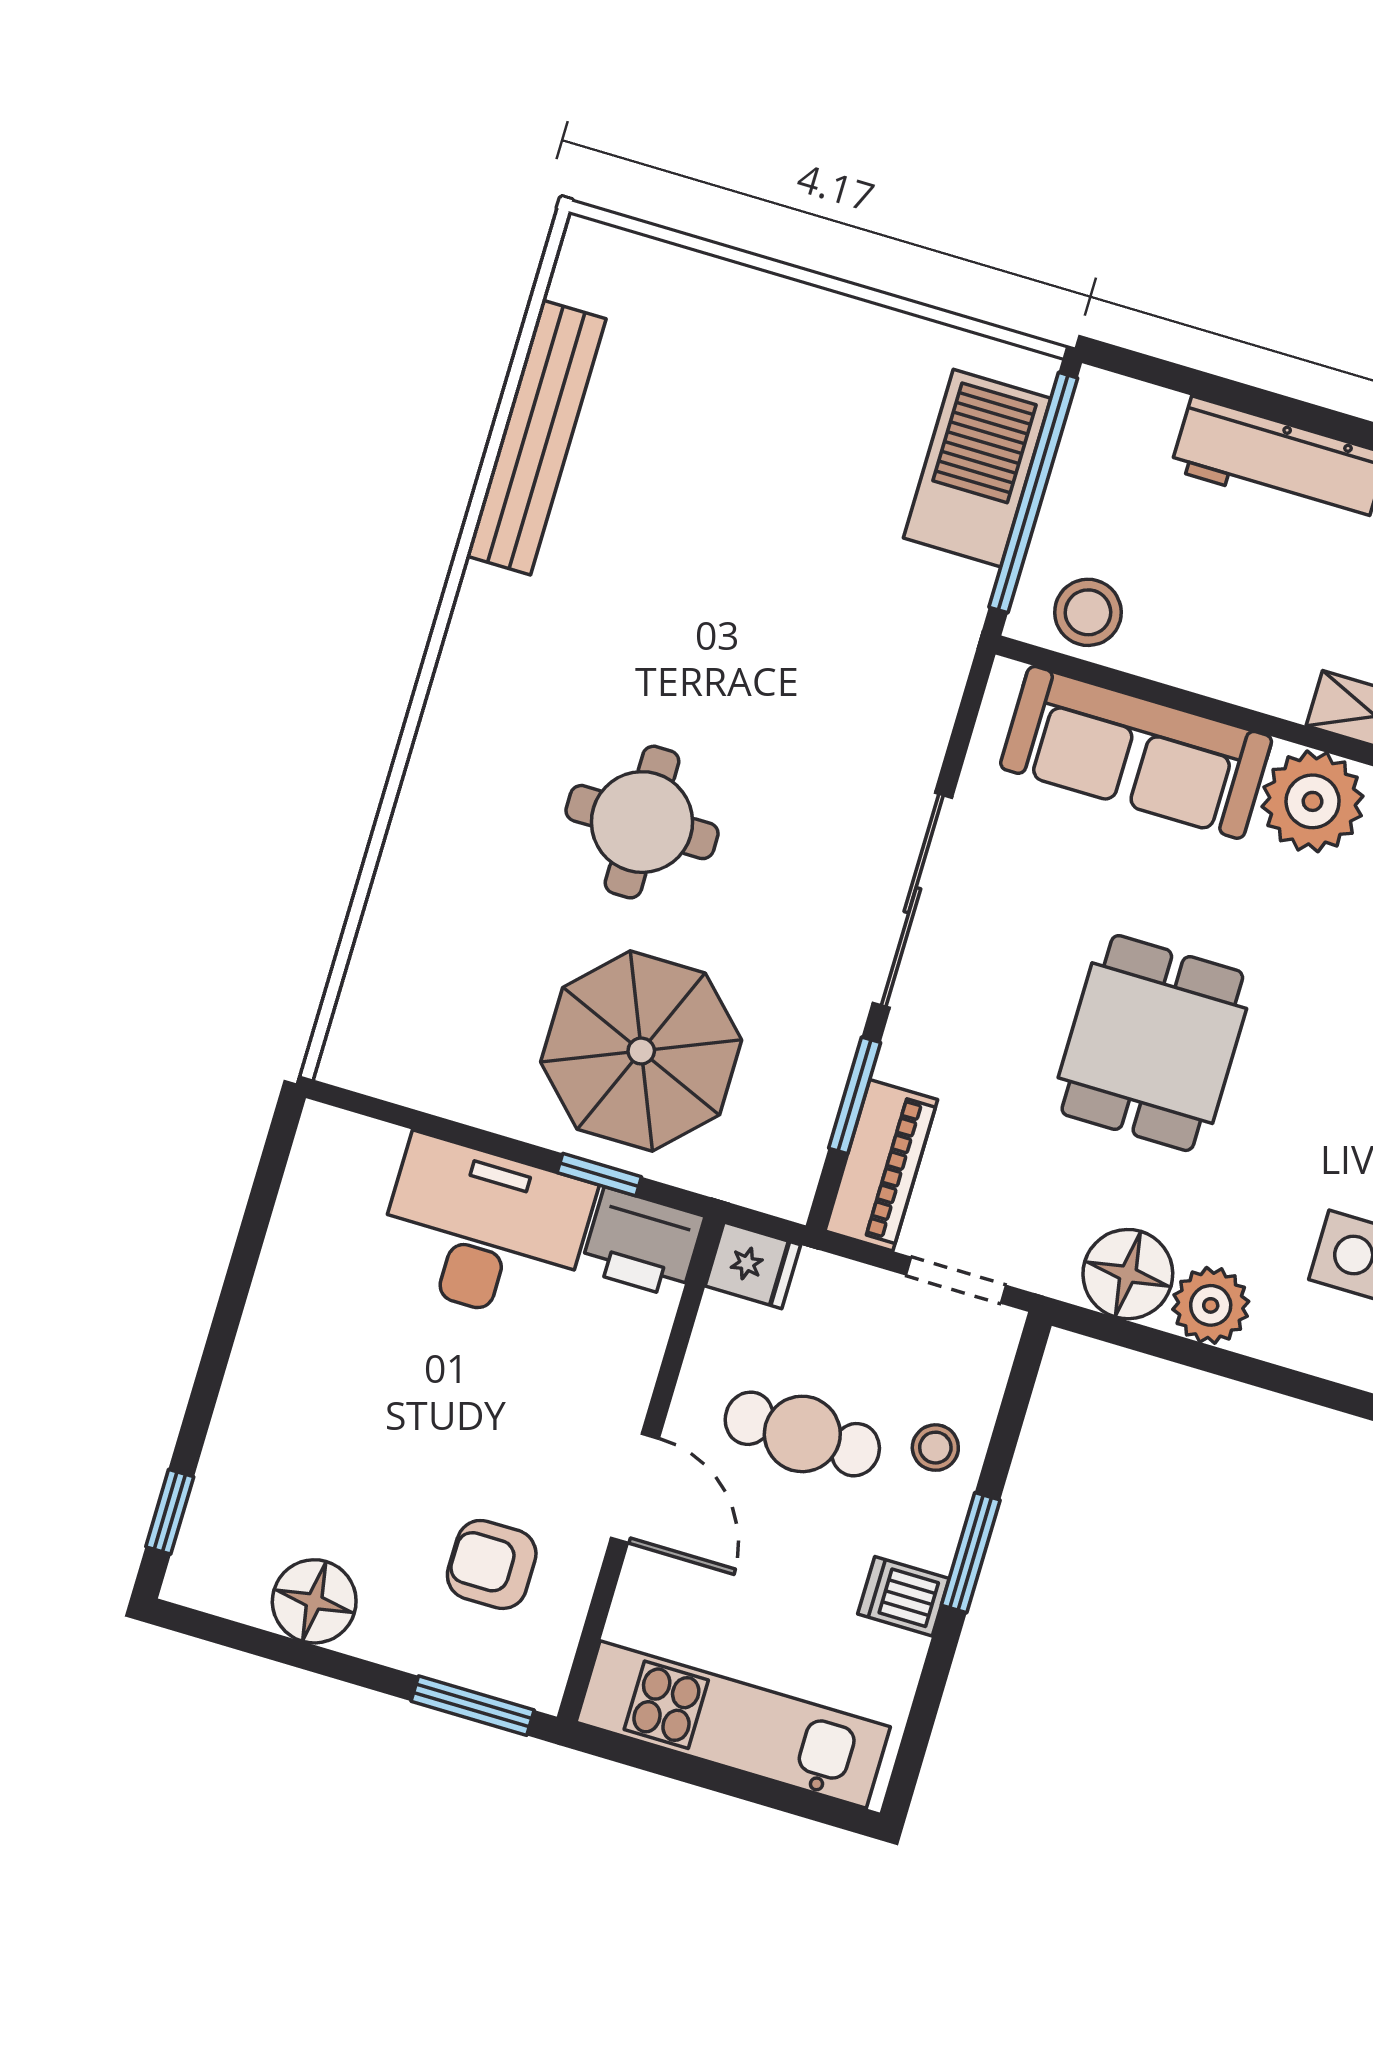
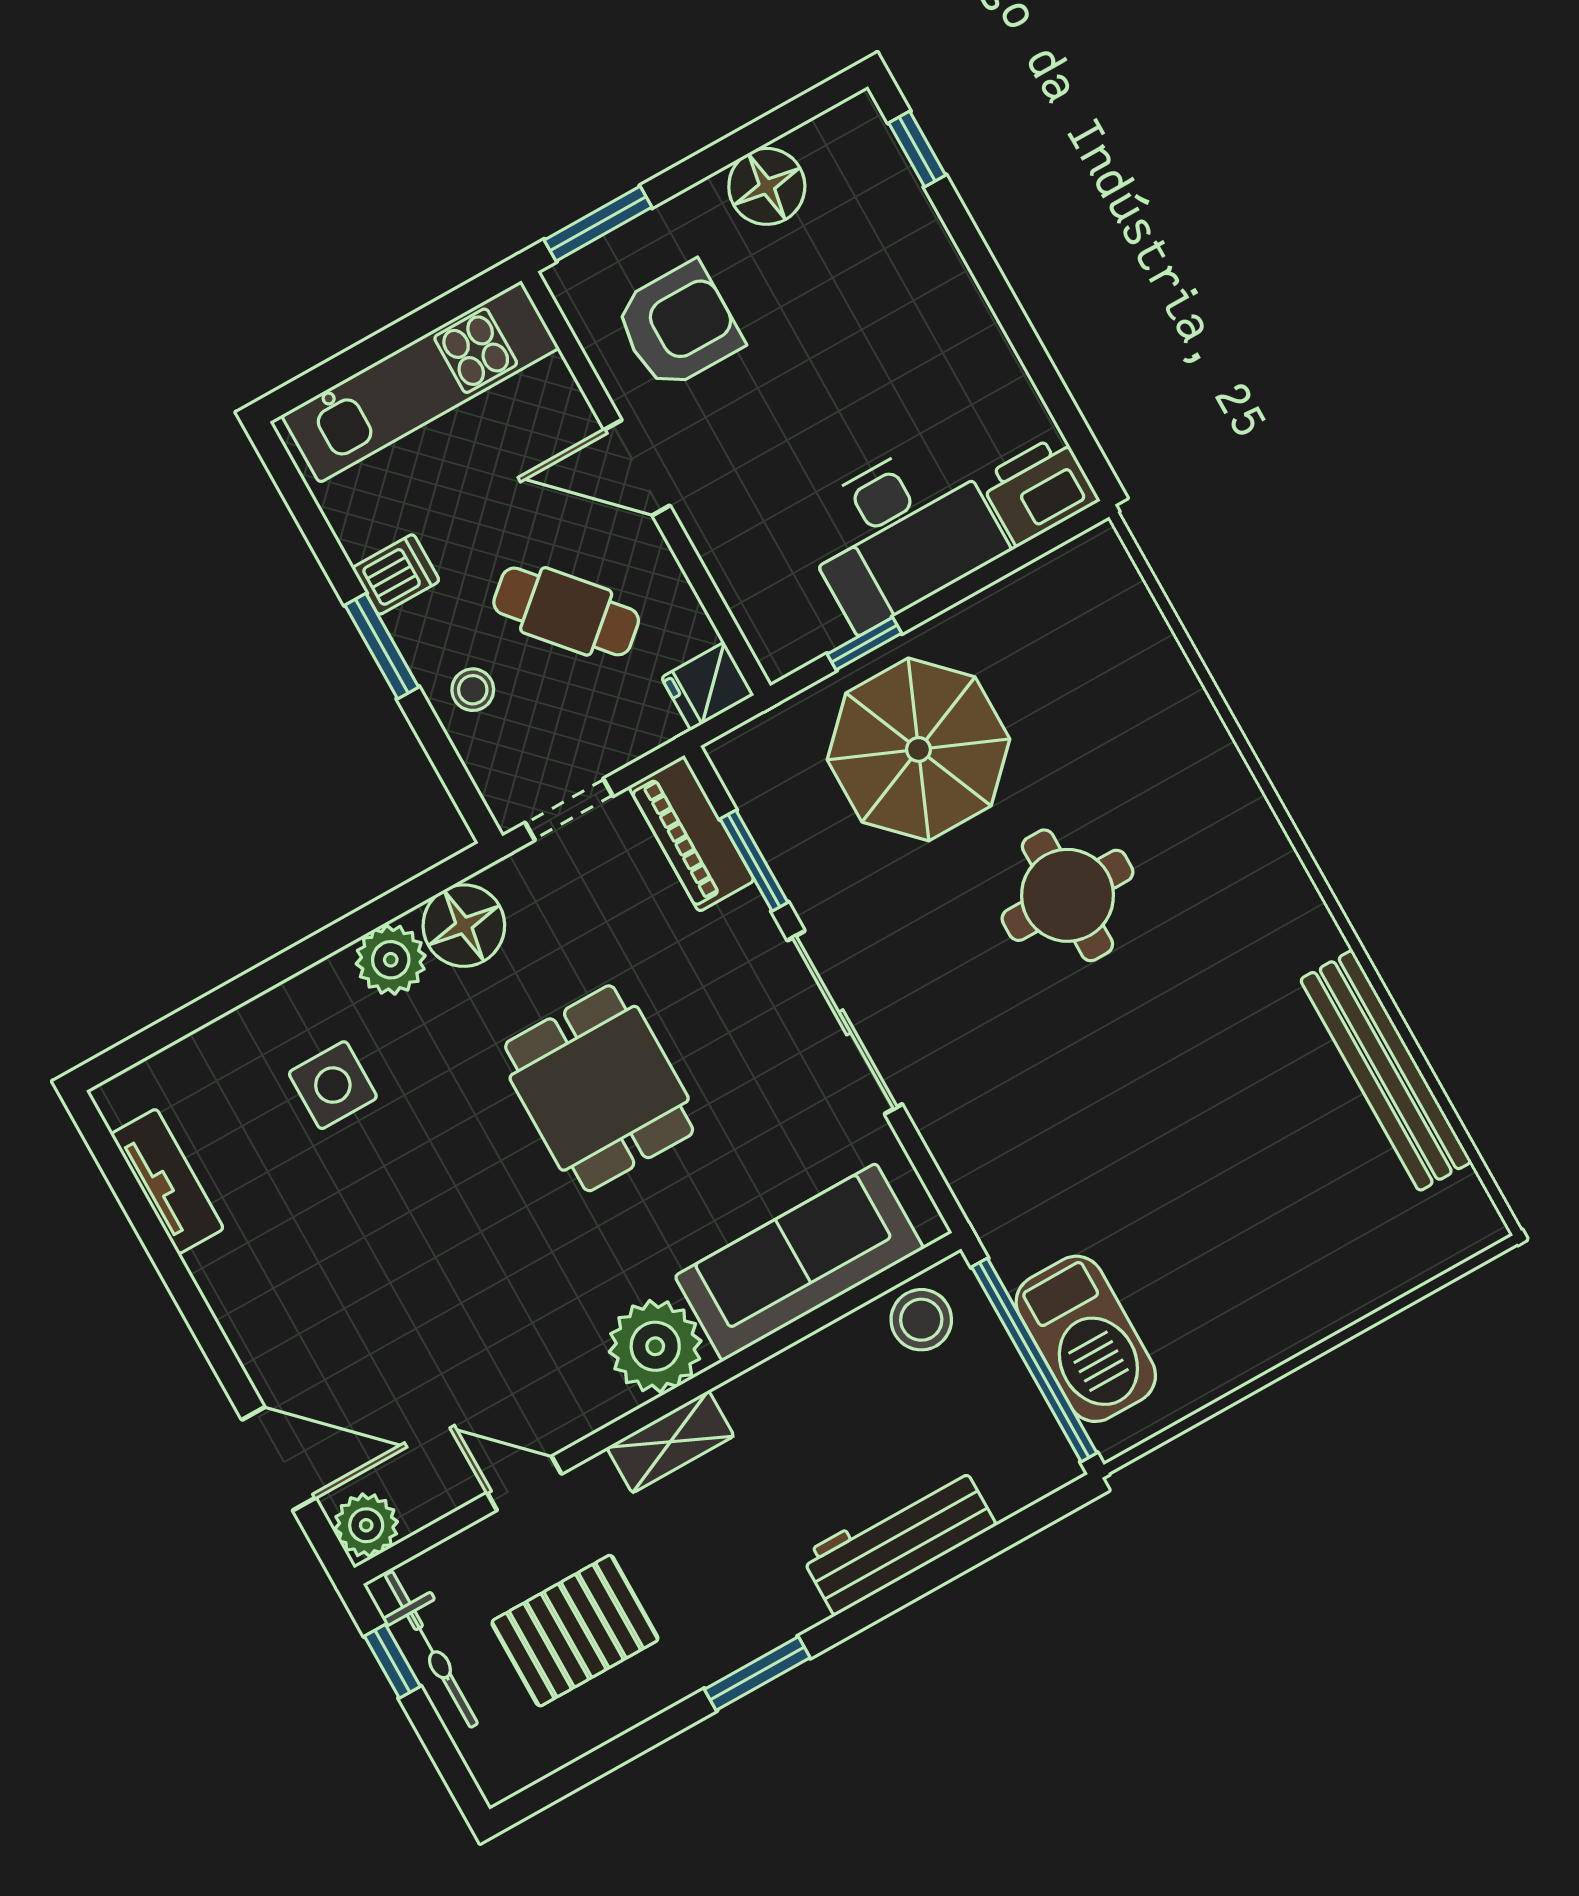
printer: (642, 1243) -> (1039, 490), moved
cafe table: (802, 1434) -> (566, 611), turned 49
armchair: (492, 1564) -> (678, 326), width x1.38, depth x1.38

